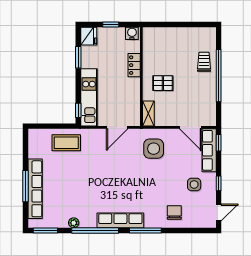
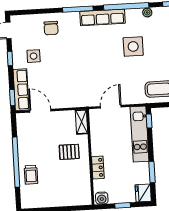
side table: (154, 149) -> (133, 46), moved

